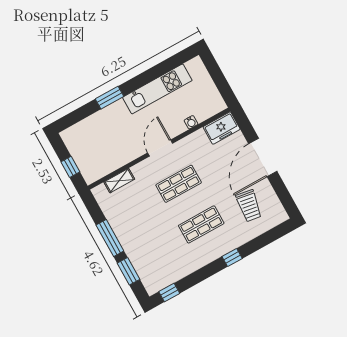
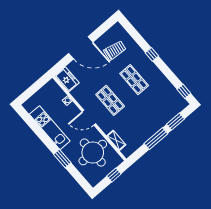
round table: (109, 143) -> (93, 153), added

